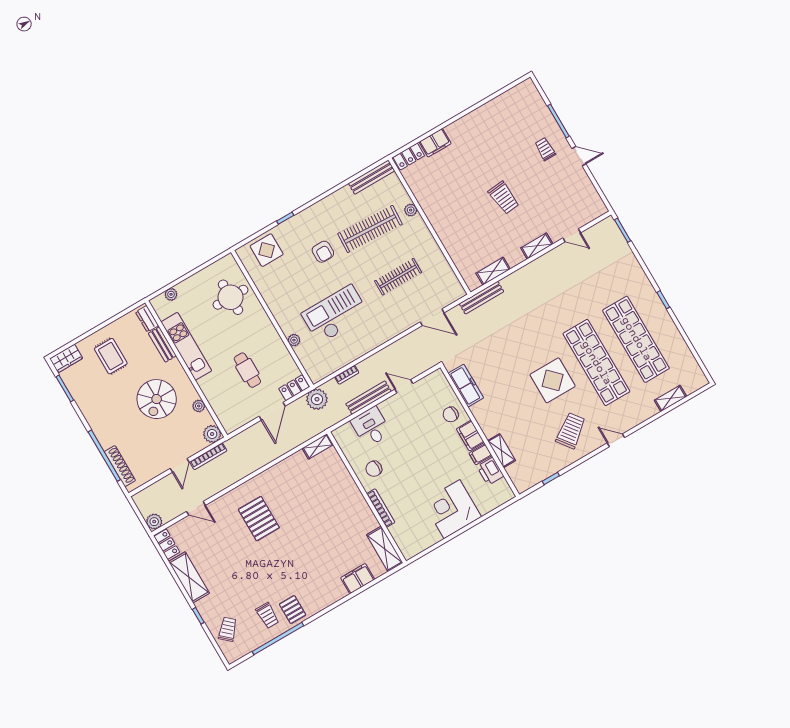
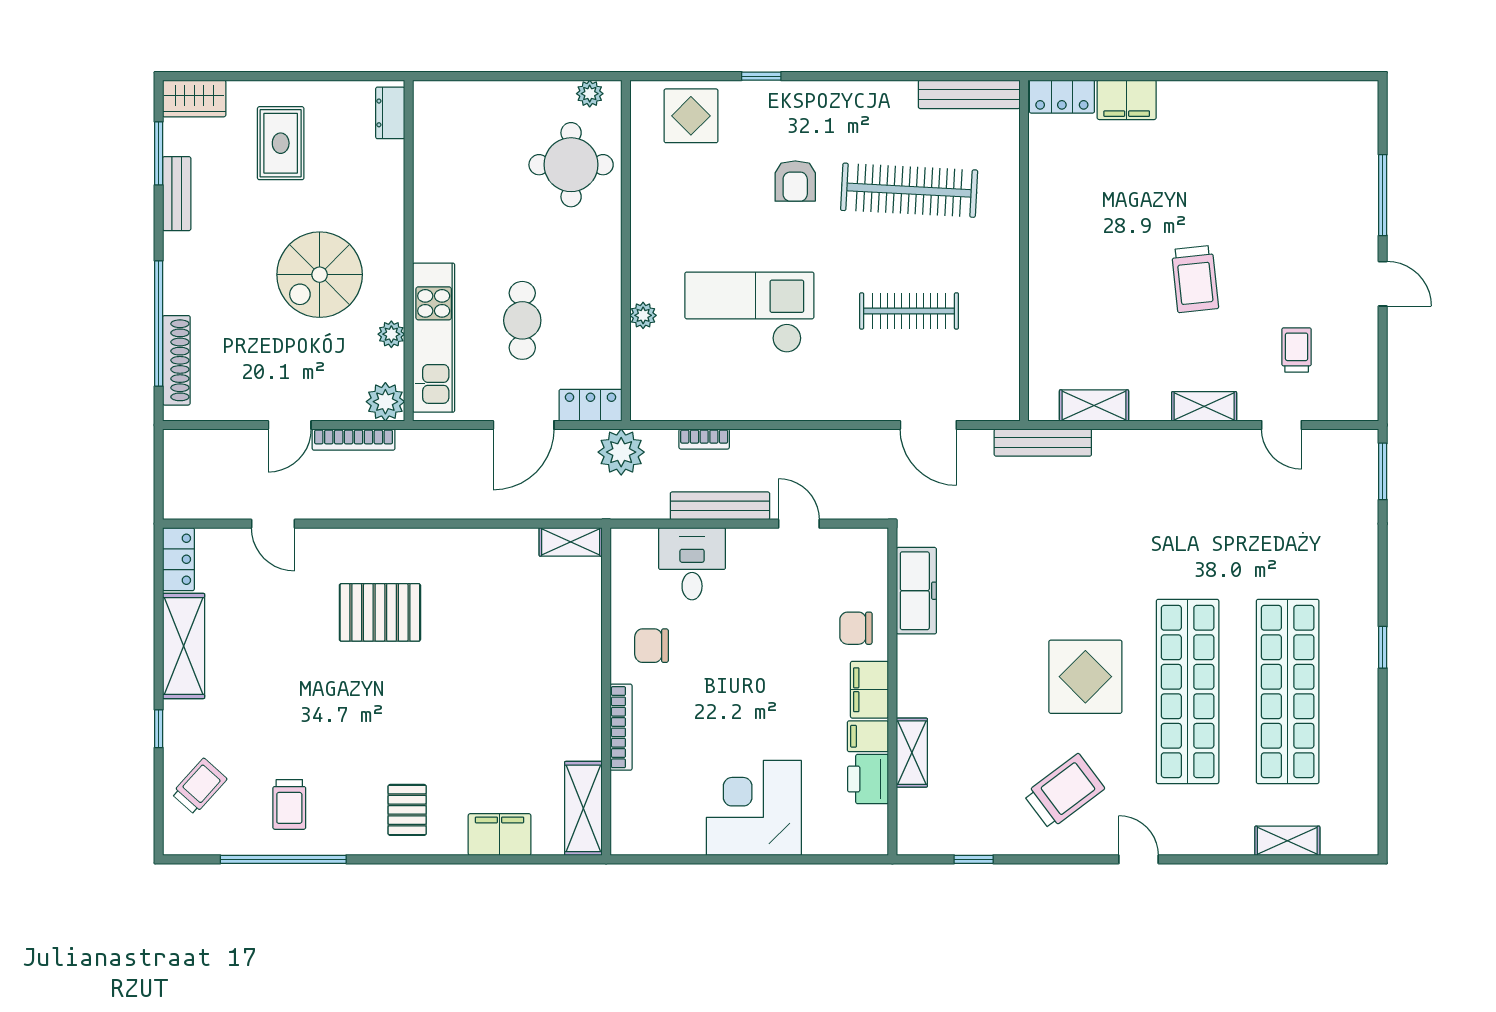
trolley: (545, 149) -> (1297, 350), moved
plant: (411, 210) -> (1006, 200), removed
plant: (171, 294) -> (590, 94), moved
bench: (162, 345) -> (177, 194), moved
kitchen unit: (186, 346) -> (434, 338), moved
pallet: (259, 519) -> (380, 612), turned 90
plant: (154, 522) -> (180, 503), removed
pallet: (293, 610) -> (407, 810), moved

